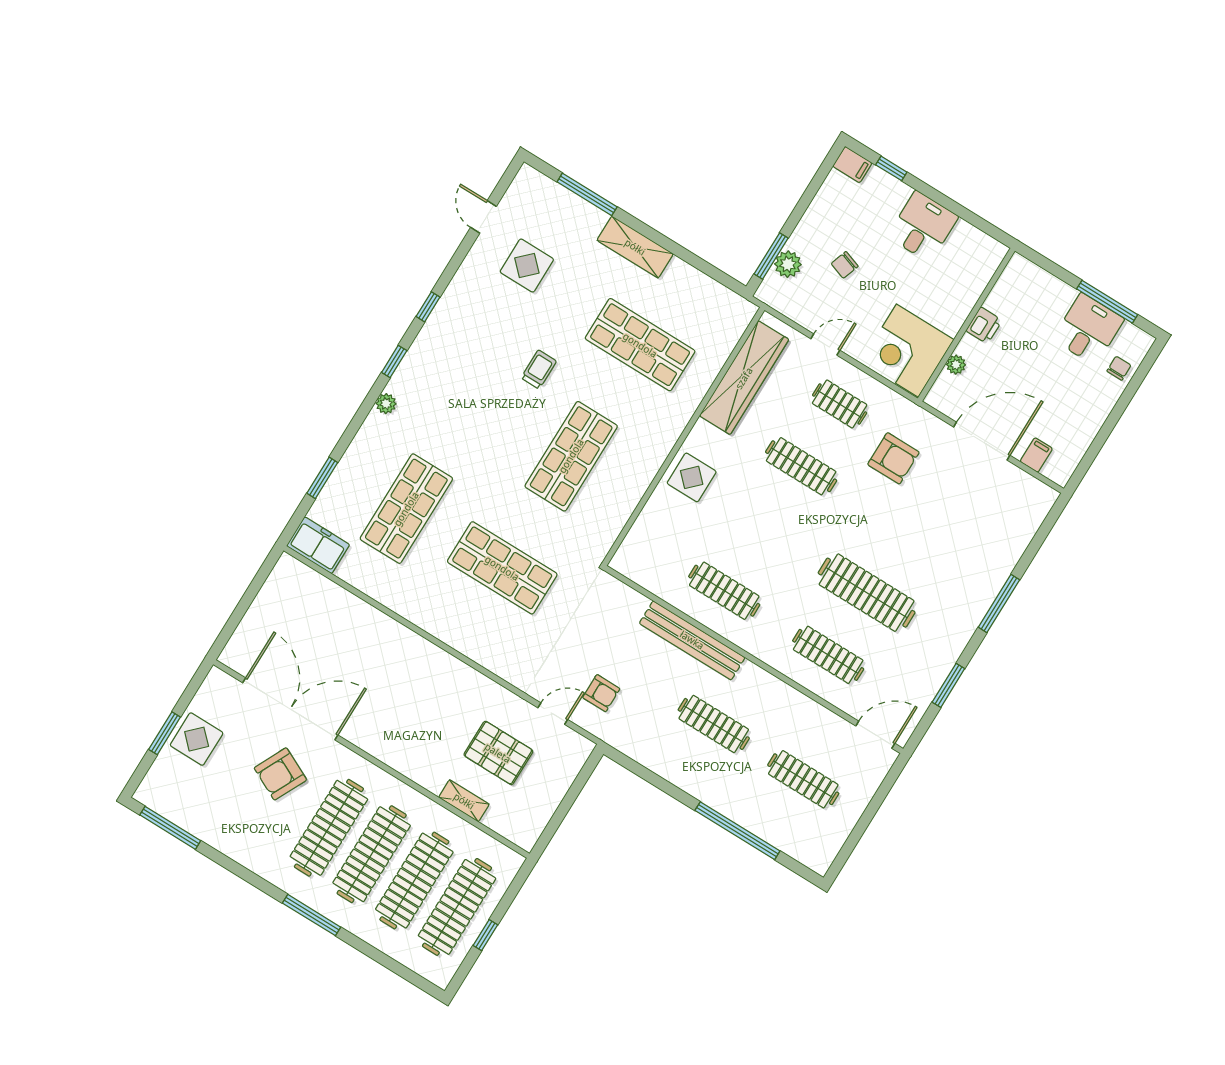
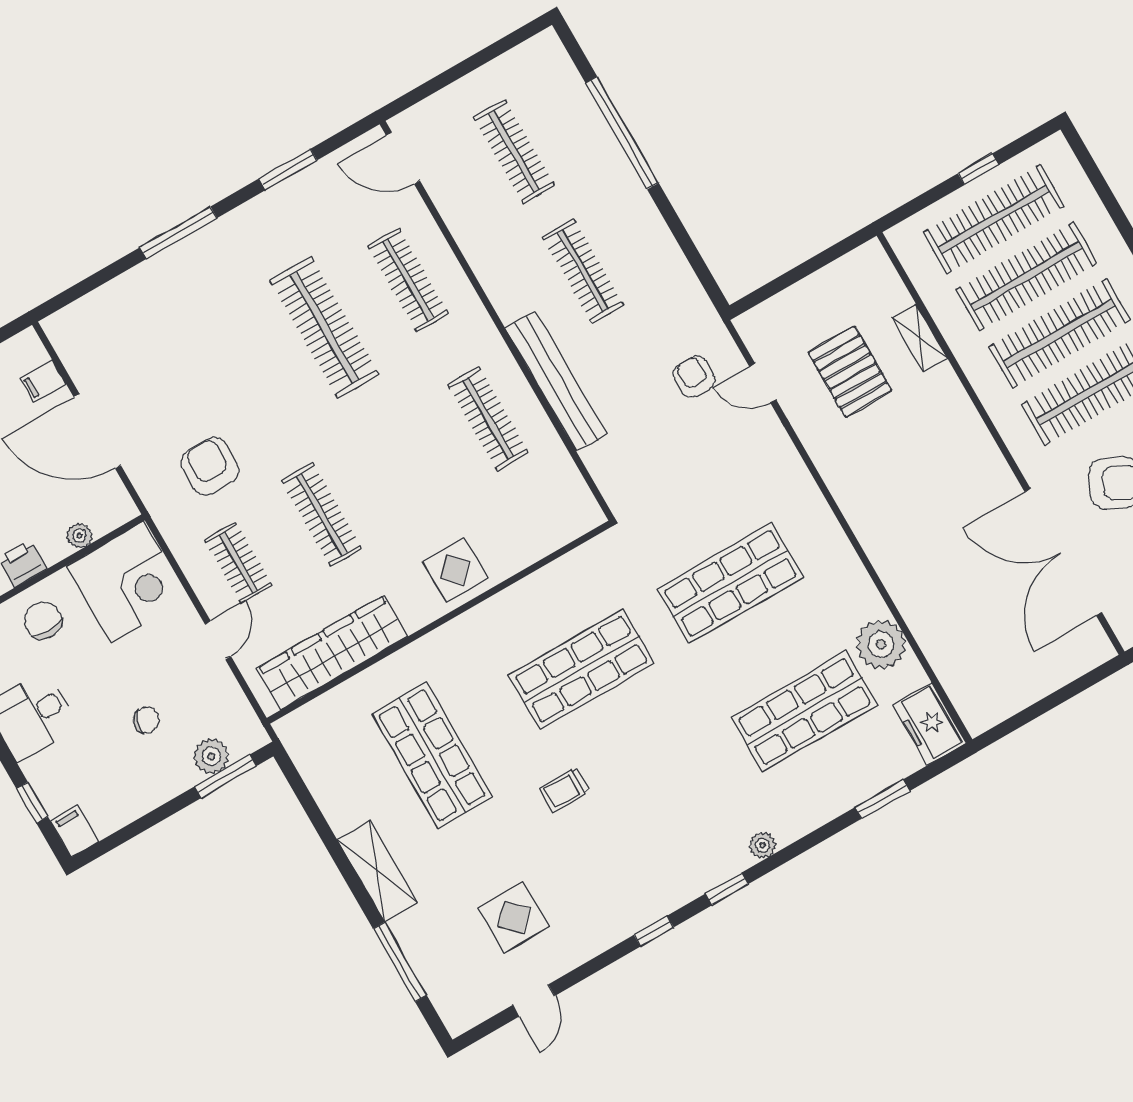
chair: (950, 295) -> (43, 621), added
door: (825, 344) -> (218, 640), swing flipped
shop shelf: (502, 568) -> (730, 583), turned 90
plant: (379, 581) -> (881, 644), added

